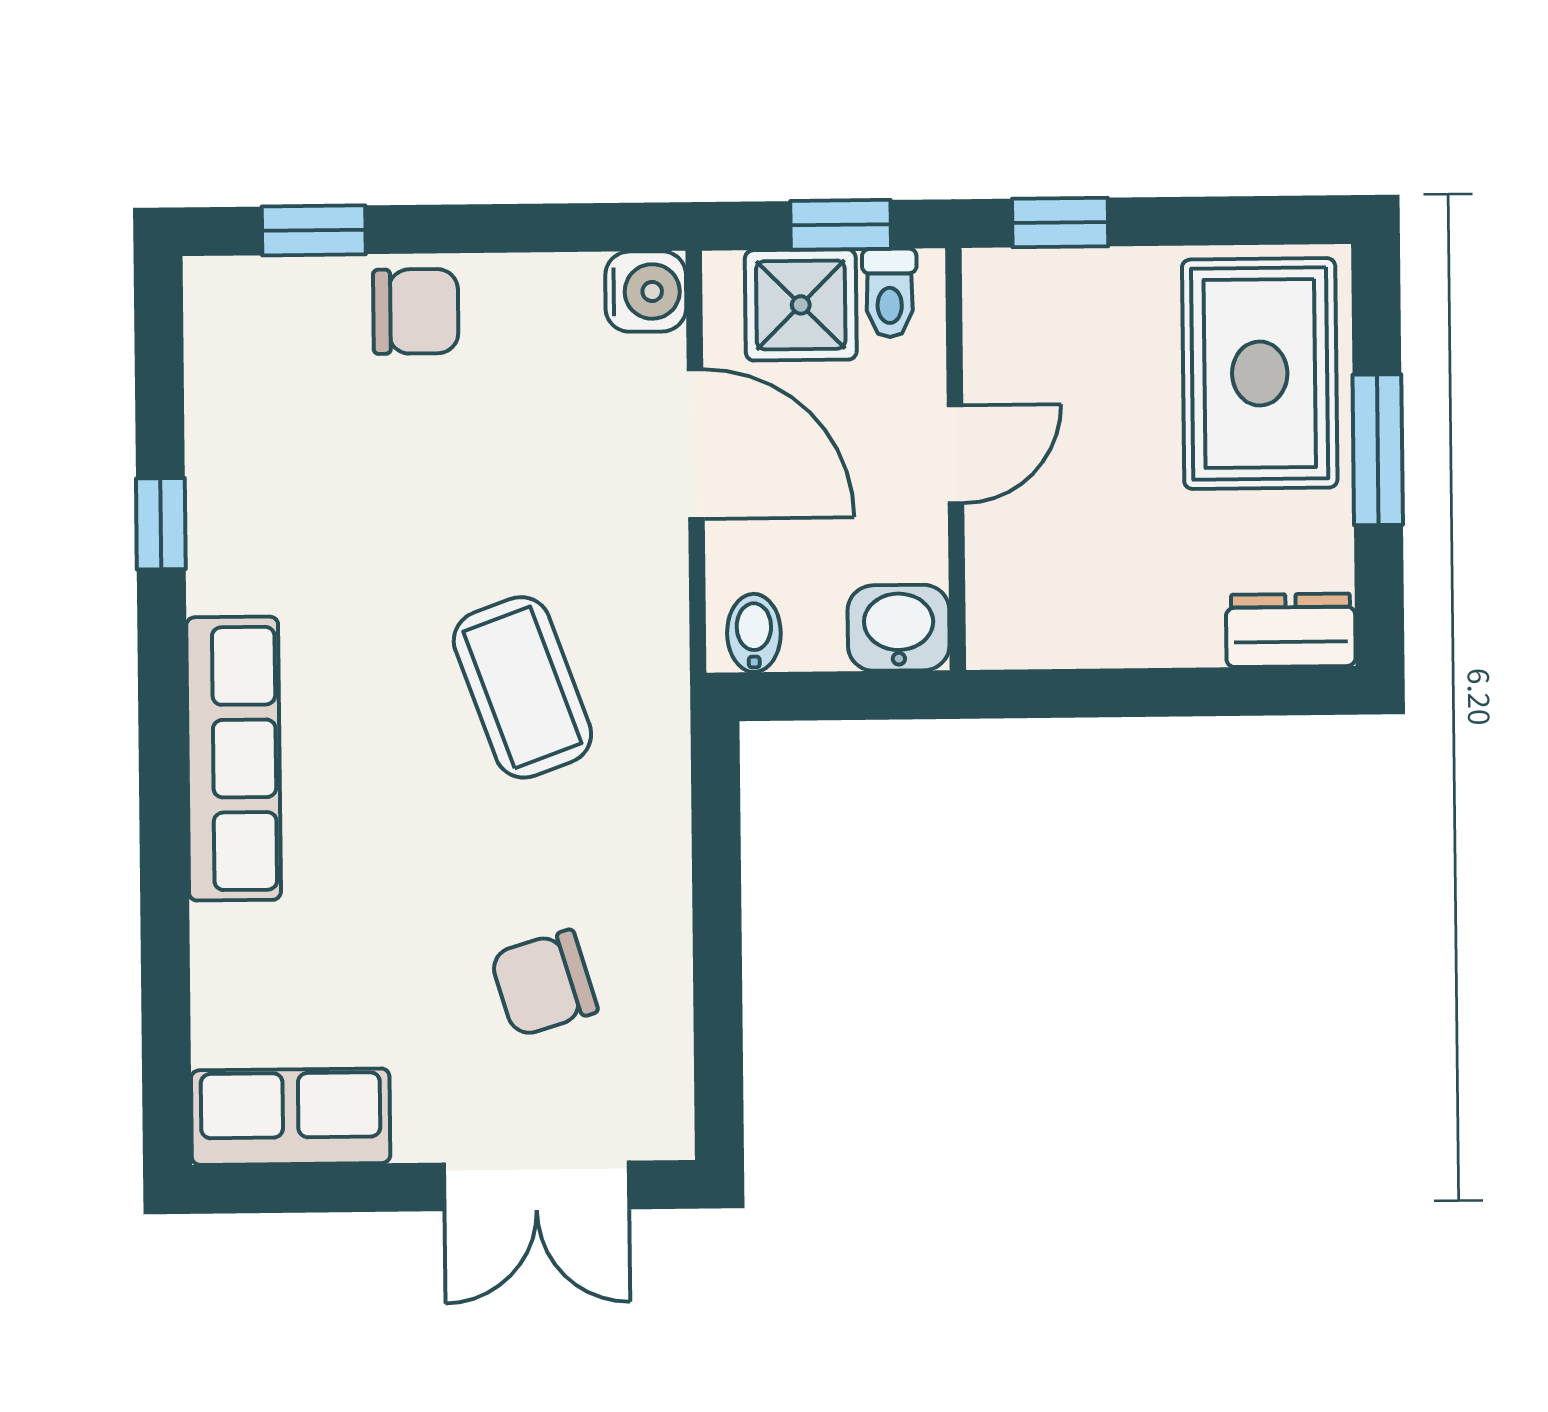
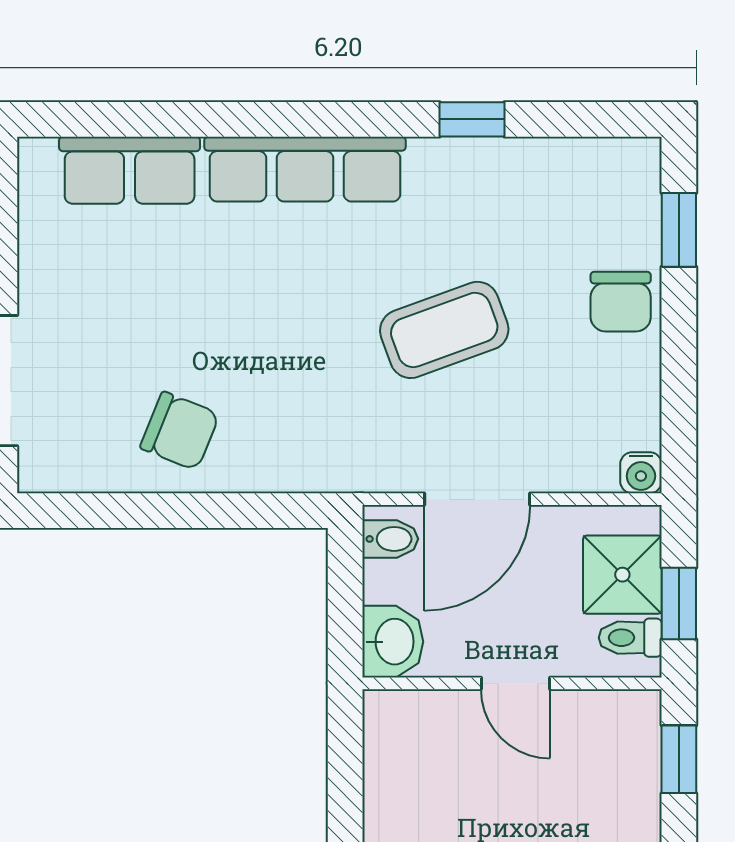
water cooler: (646, 292) -> (641, 473), width x0.72, depth x0.72
door: (696, 444) -> (477, 499), moved
coffee table: (522, 687) -> (444, 330), moved
chair: (544, 983) -> (180, 431), moved, turned 129
row of seats: (291, 1117) -> (130, 170), moved, turned 90

